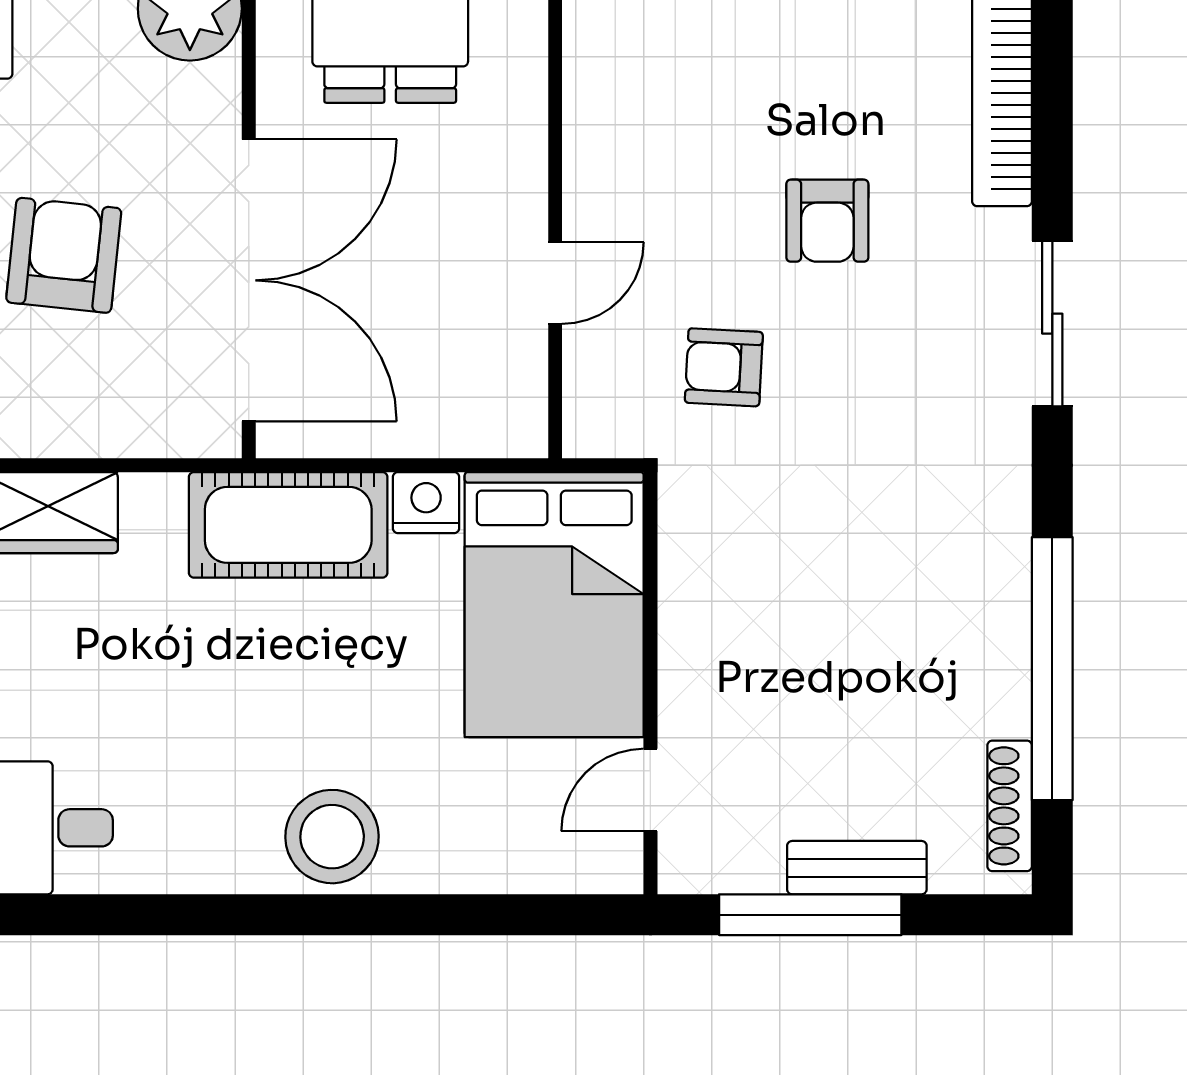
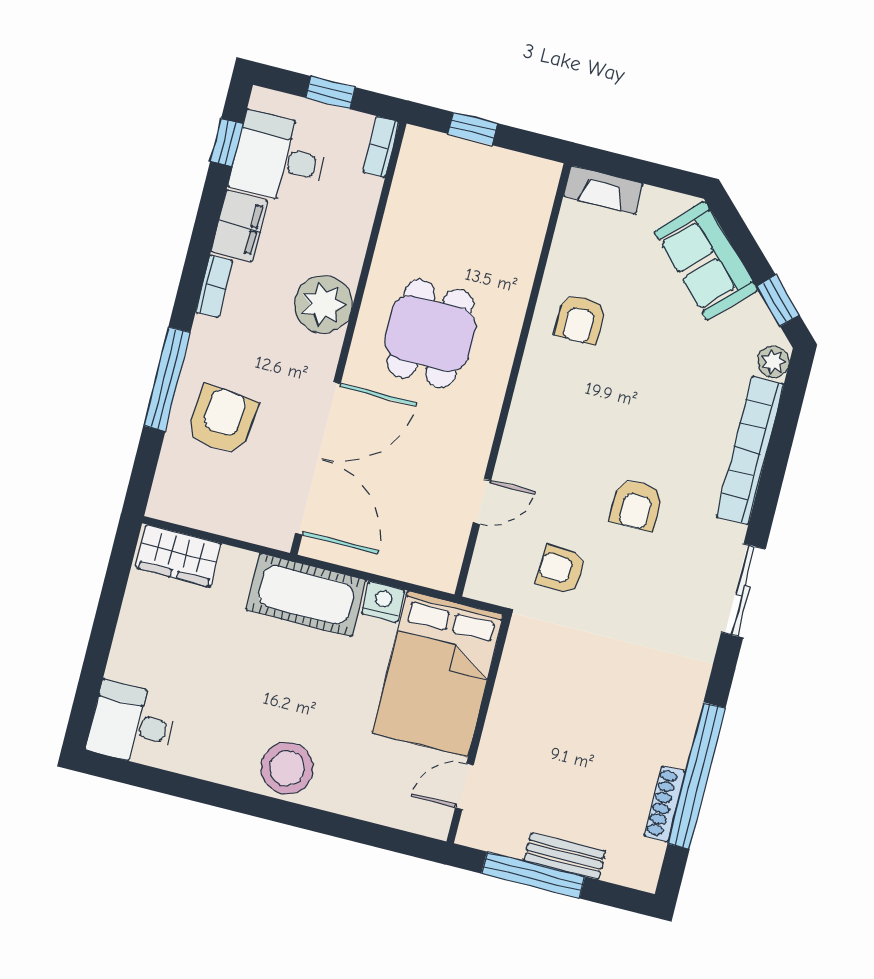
shoe rack: (1010, 806) -> (665, 804), moved

